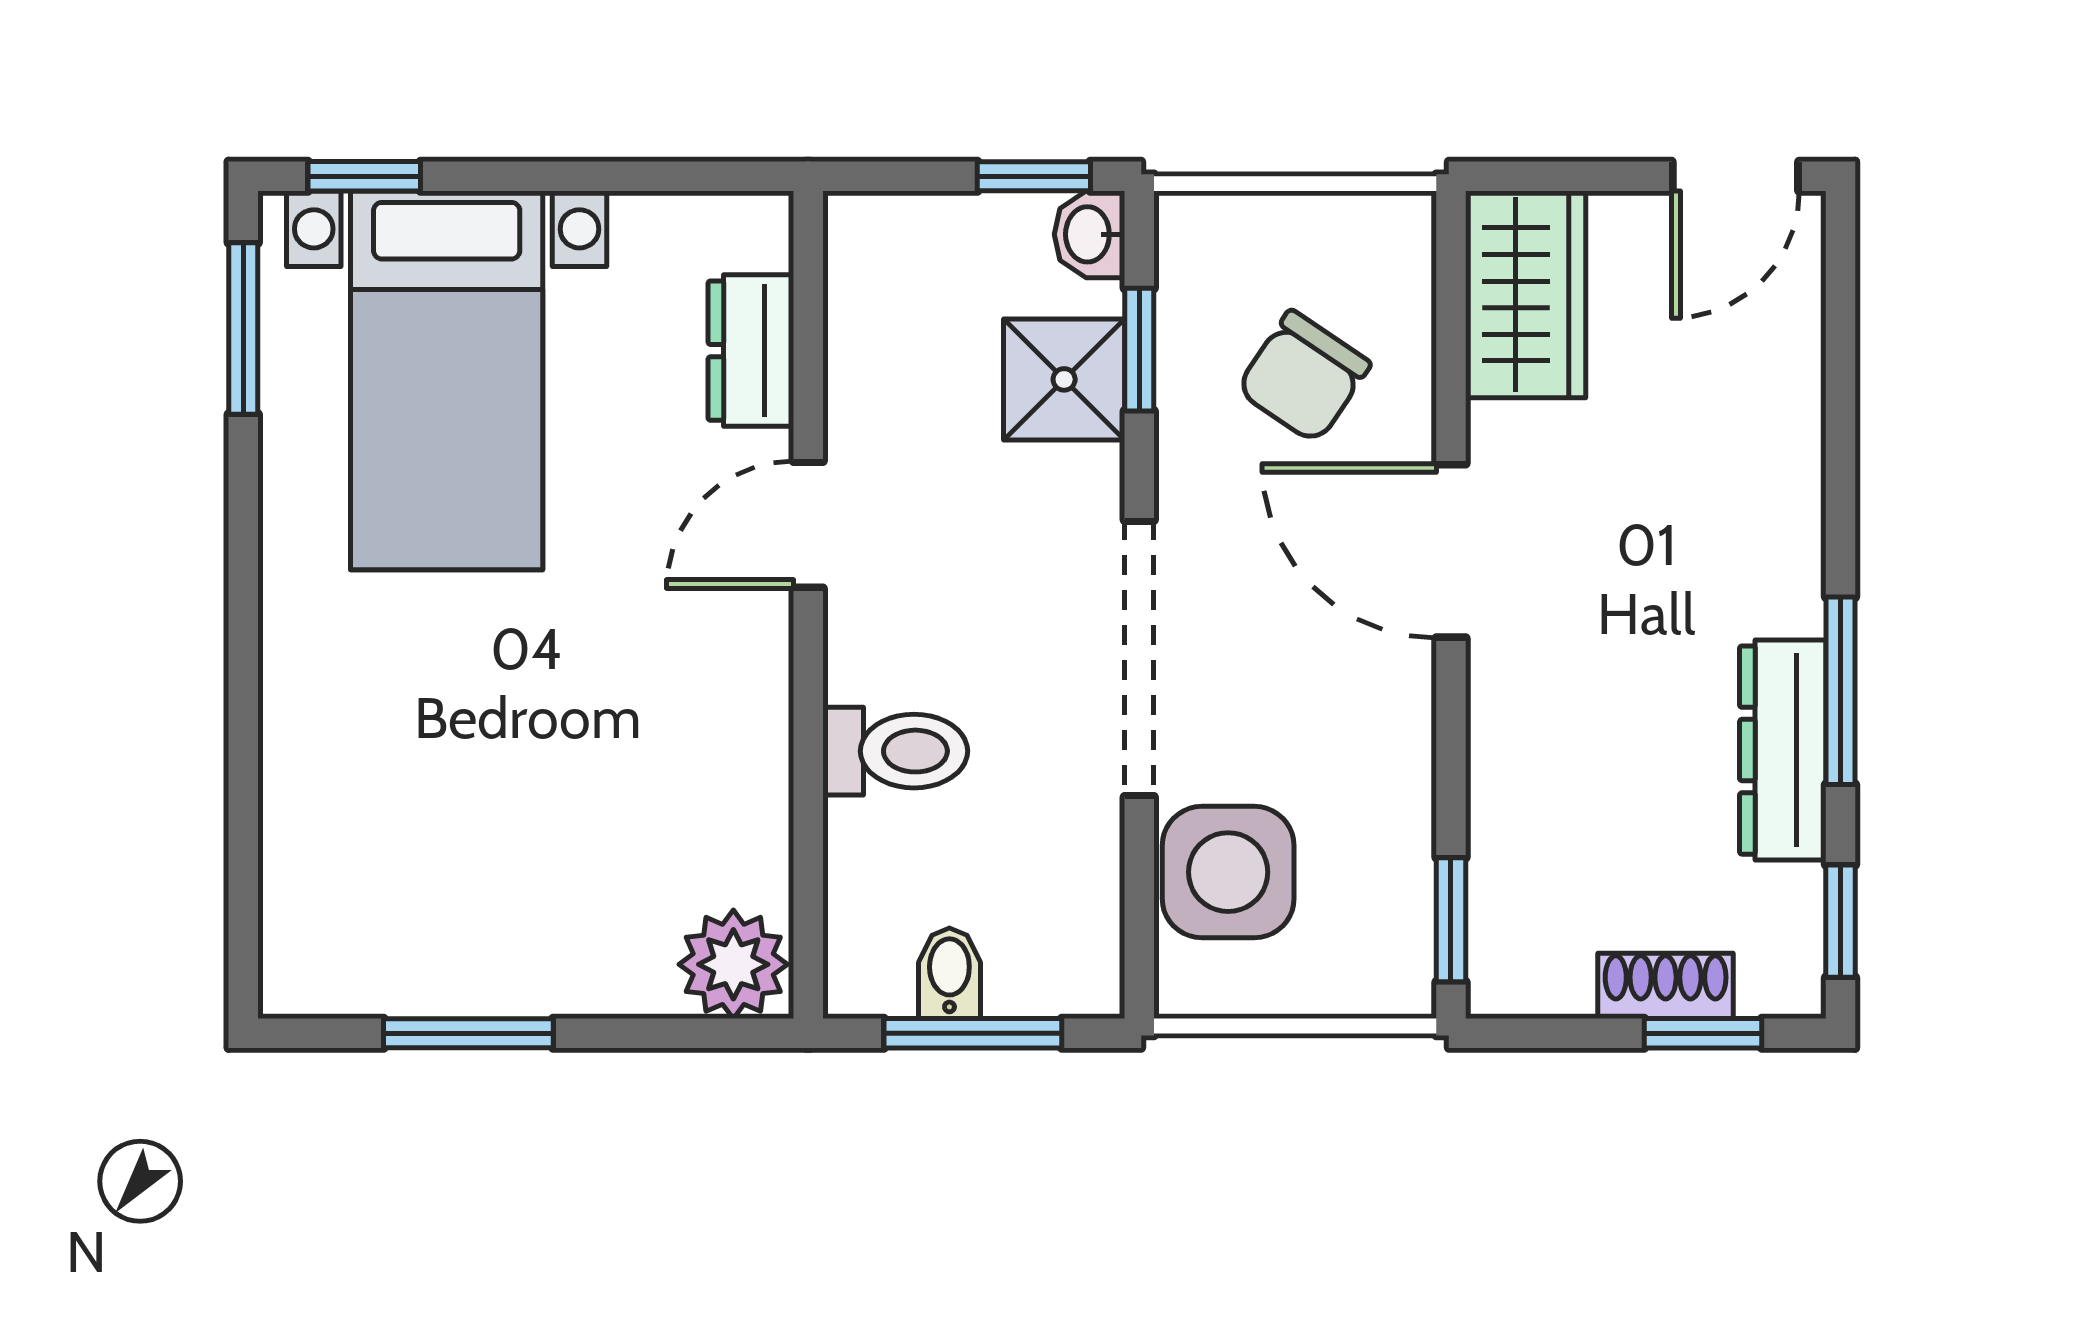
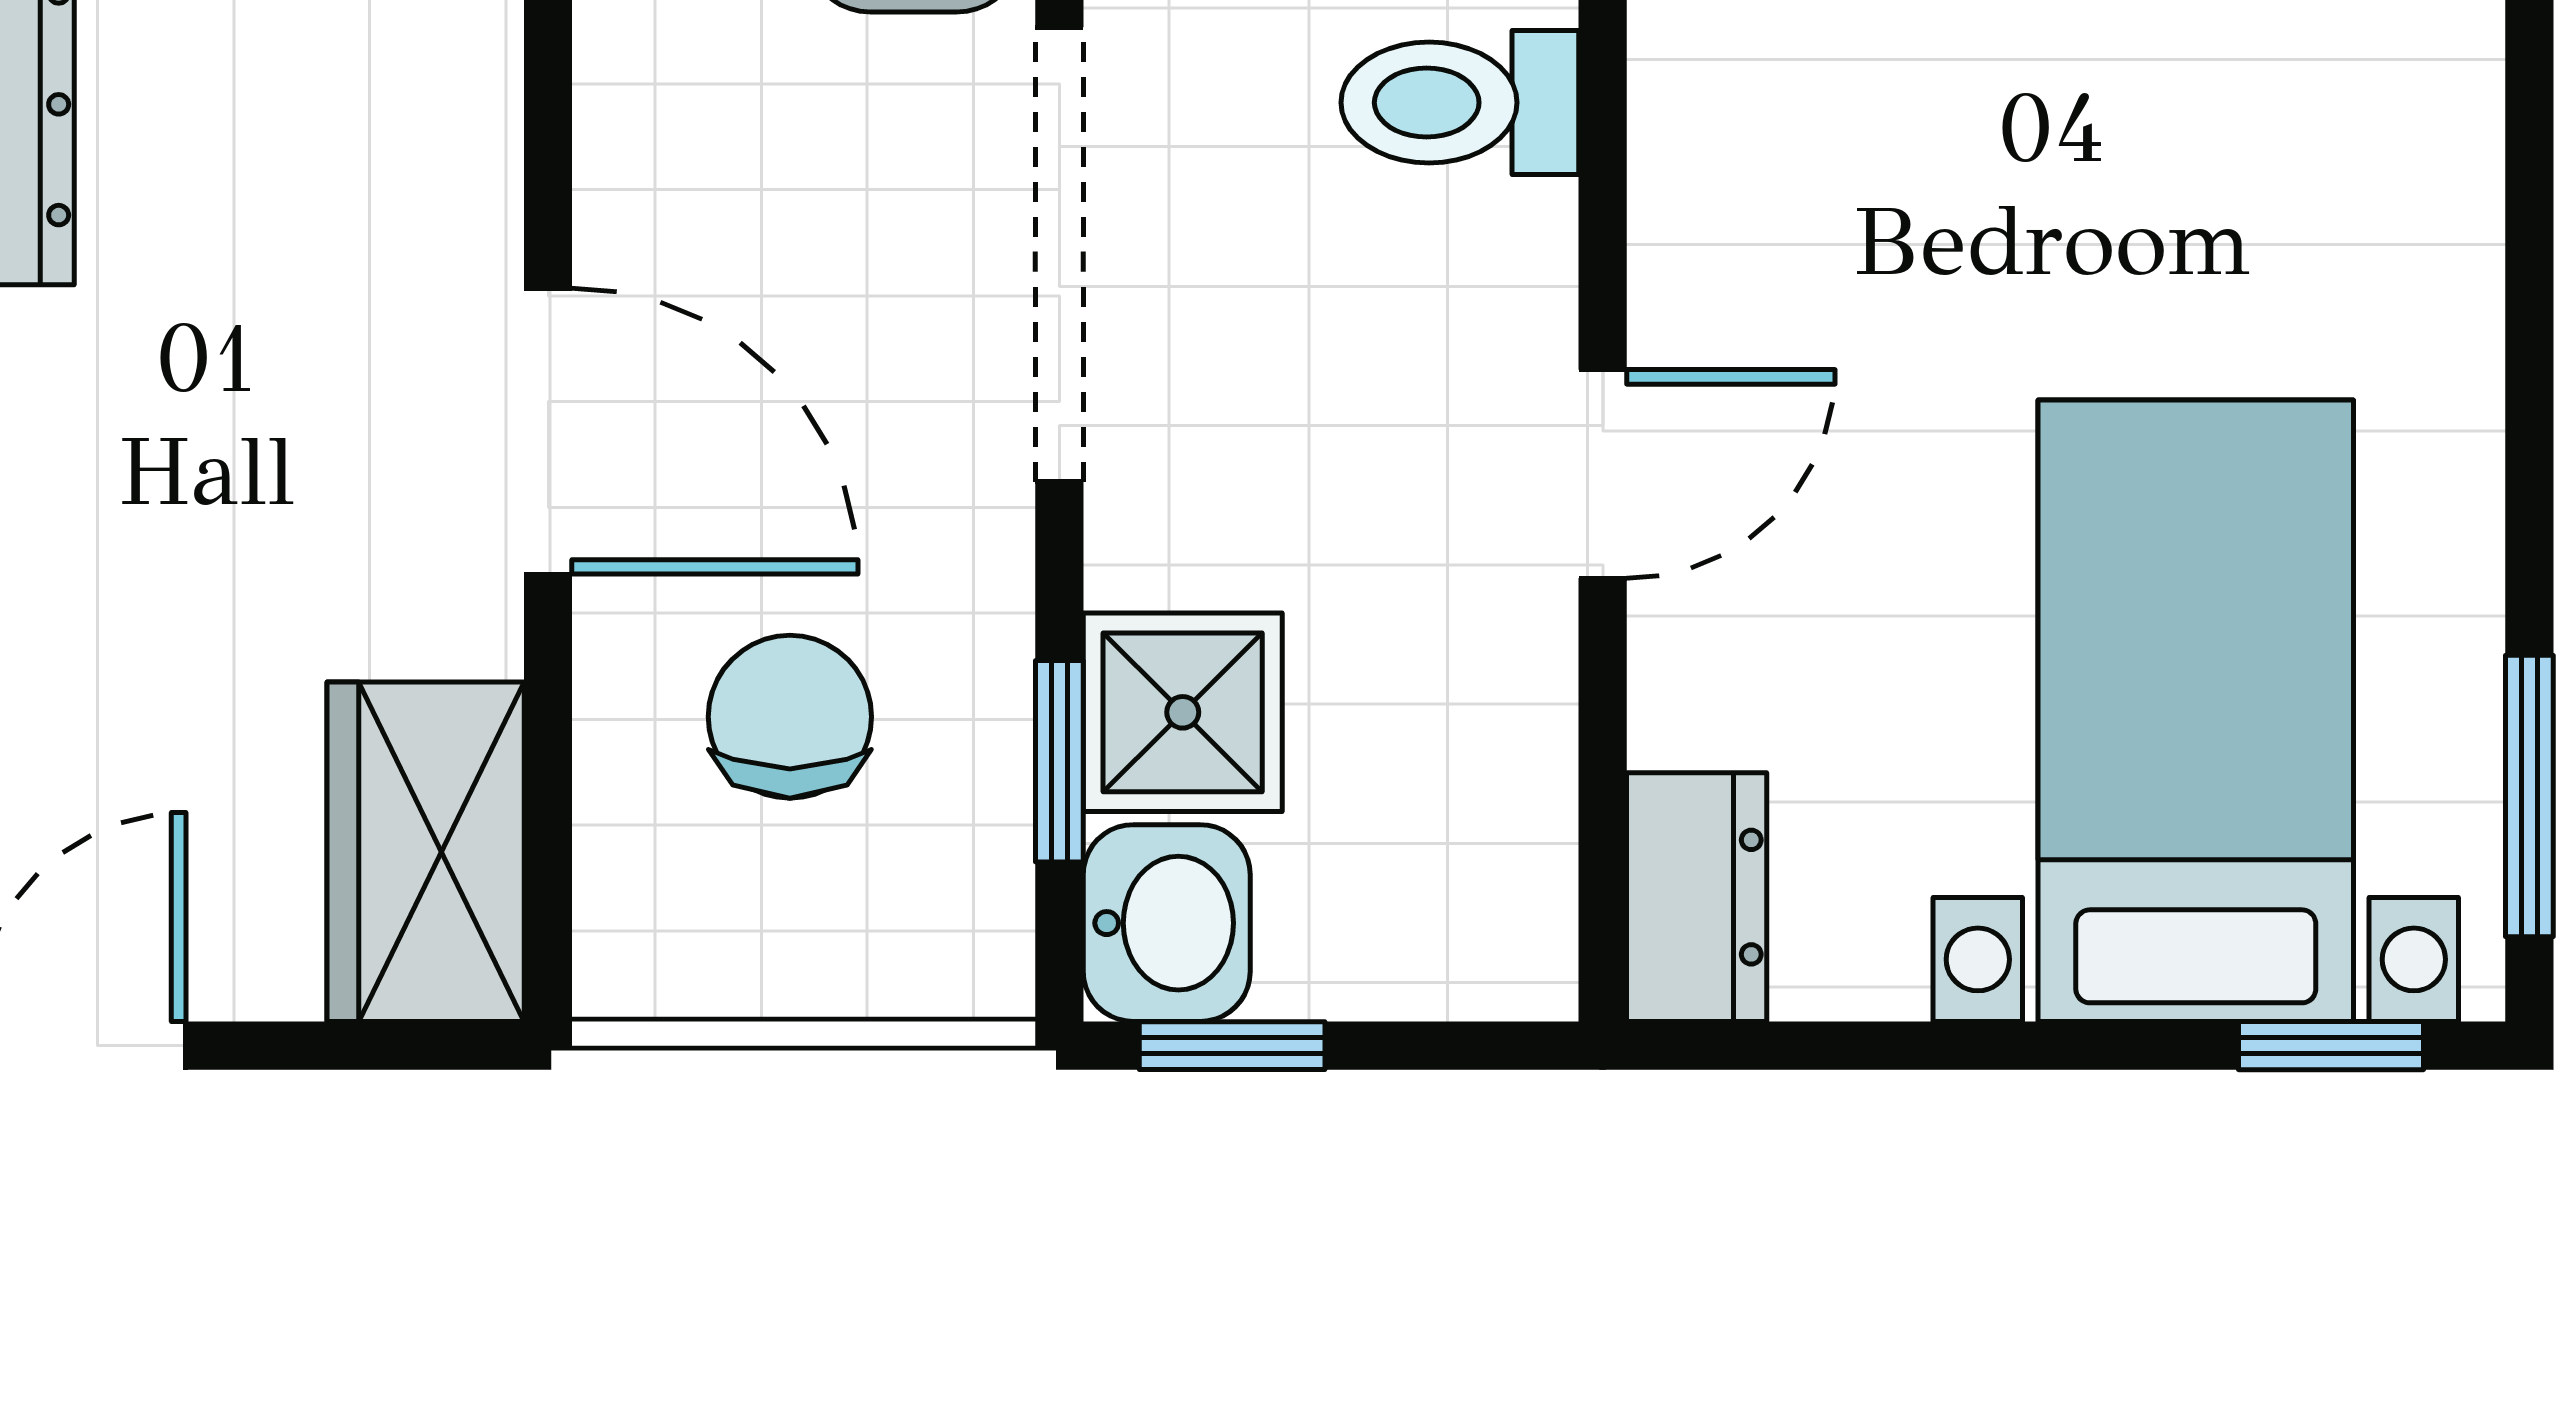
washbasin: (1090, 234) -> (1167, 923), width x1.38, depth x1.45
dresser: (751, 351) -> (1697, 897), moved
chair: (1303, 377) -> (790, 717), turned -34

